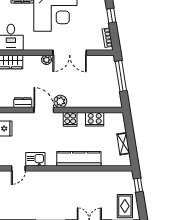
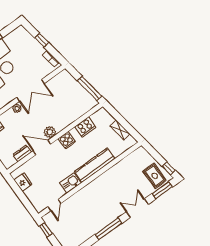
window: (121, 76) -> (90, 88), moved
kitchen sink: (35, 159) -> (70, 183), moved
window: (138, 185) -> (169, 168), moved

